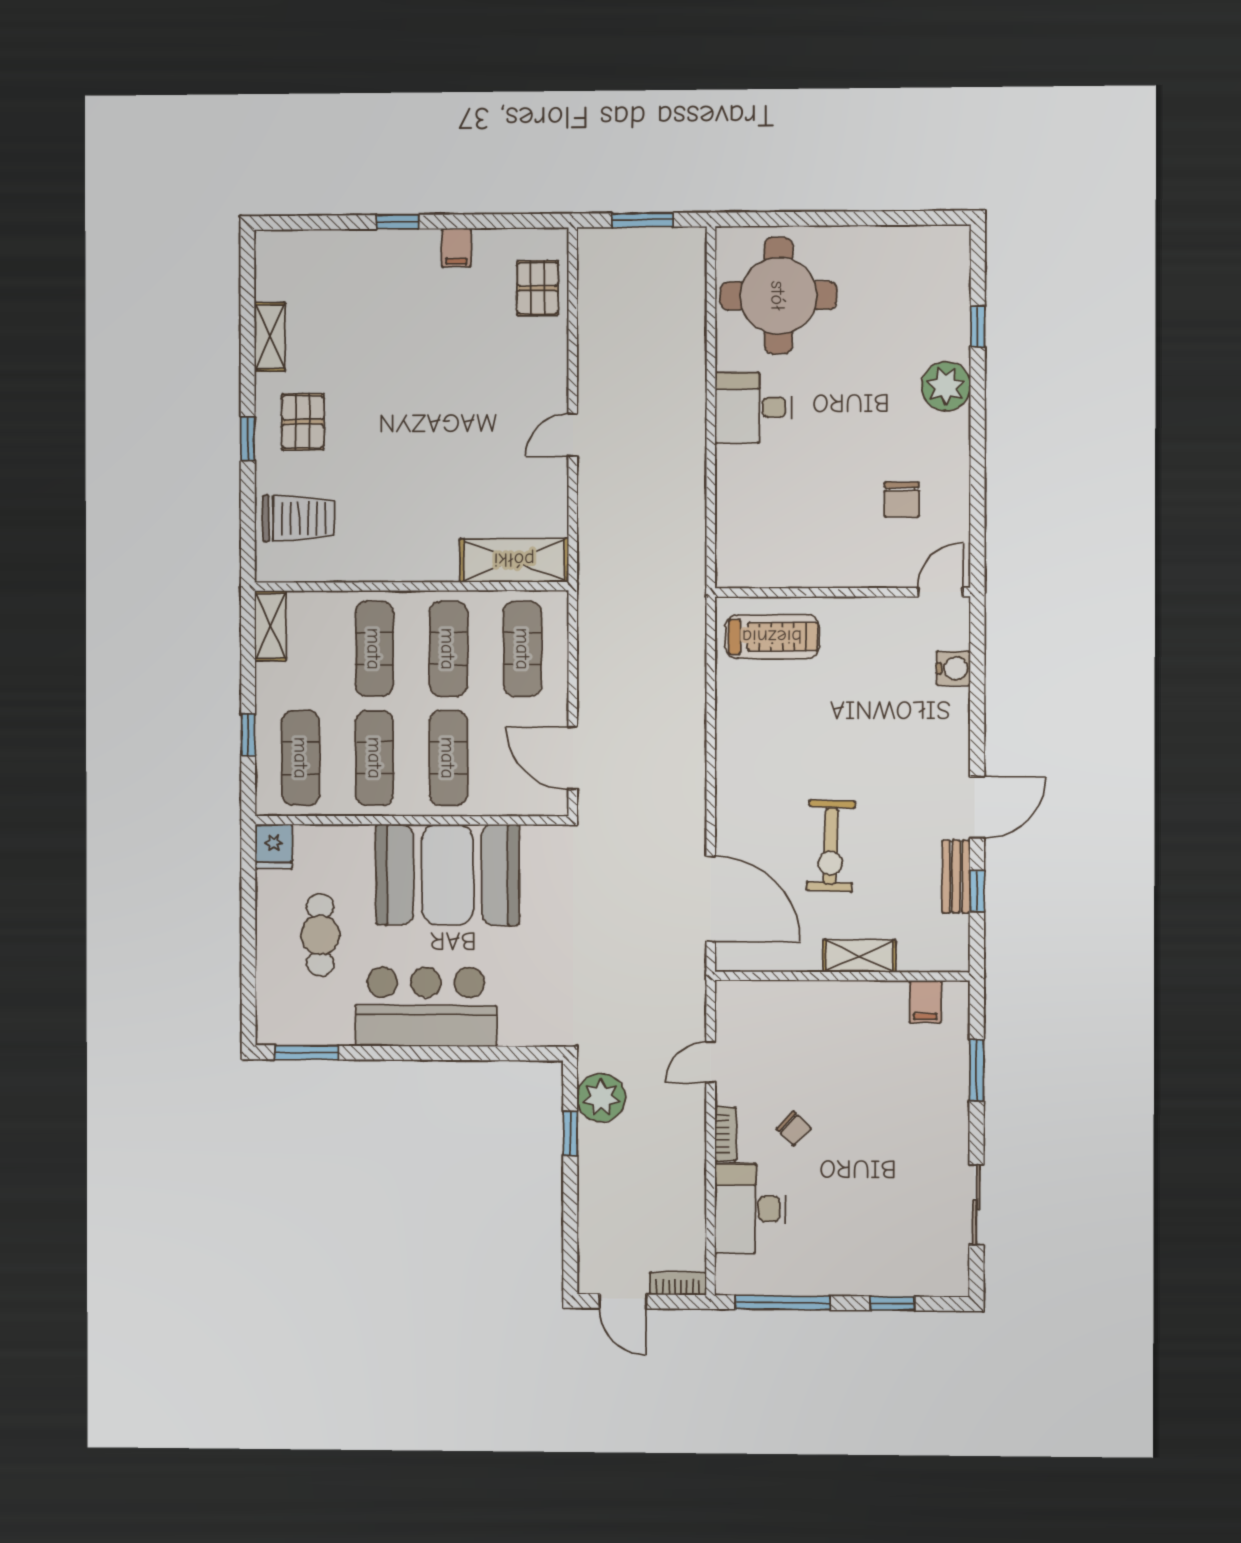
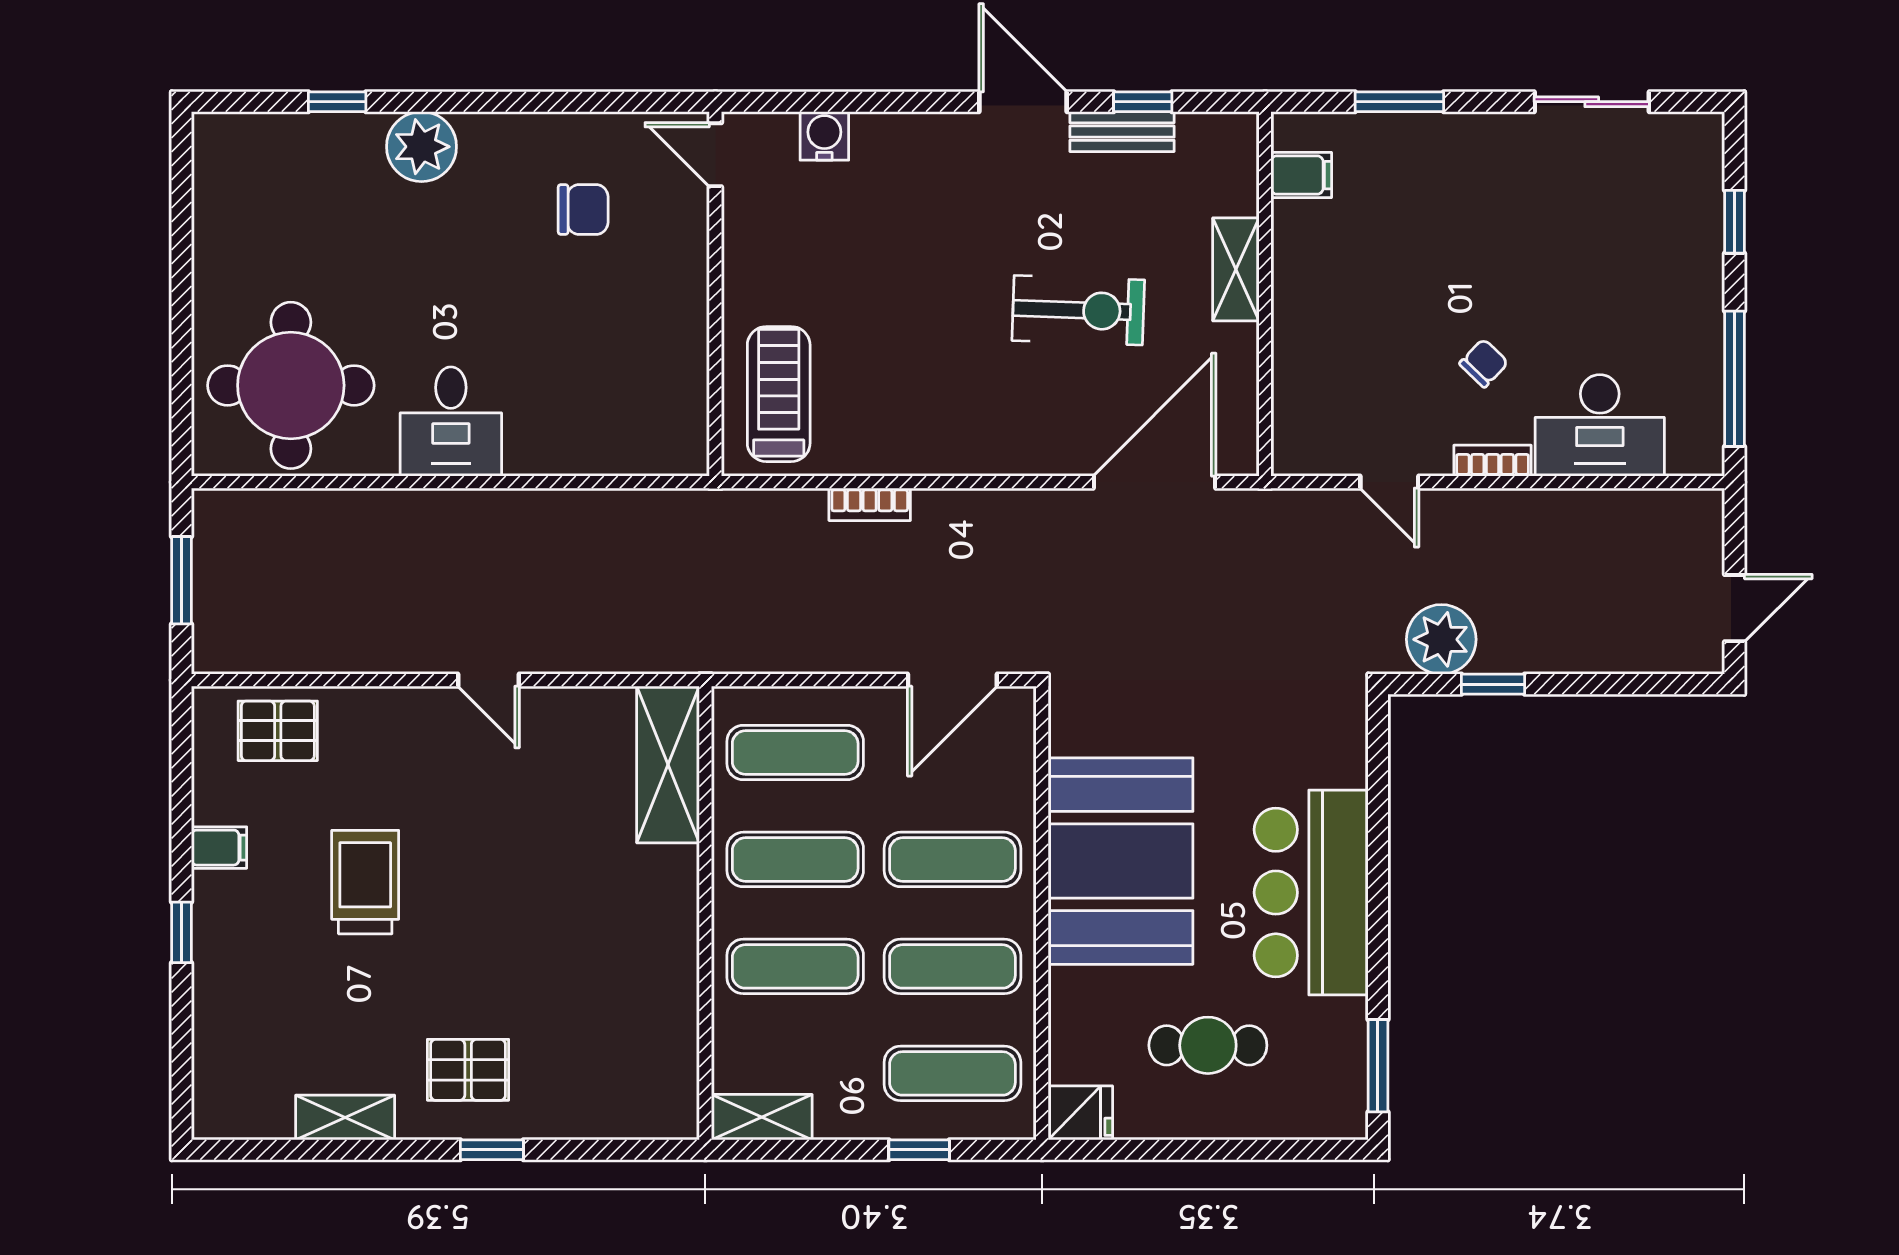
trolley: (299, 518) -> (365, 882), moved
bookcase: (678, 1284) -> (870, 504), moved, turned -90

